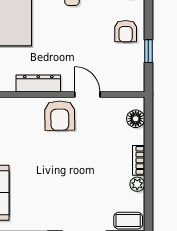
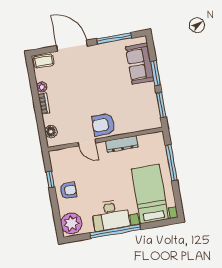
armchair: (126, 31) -> (68, 190), turned 90
armchair: (60, 116) -> (103, 125), turned -89

